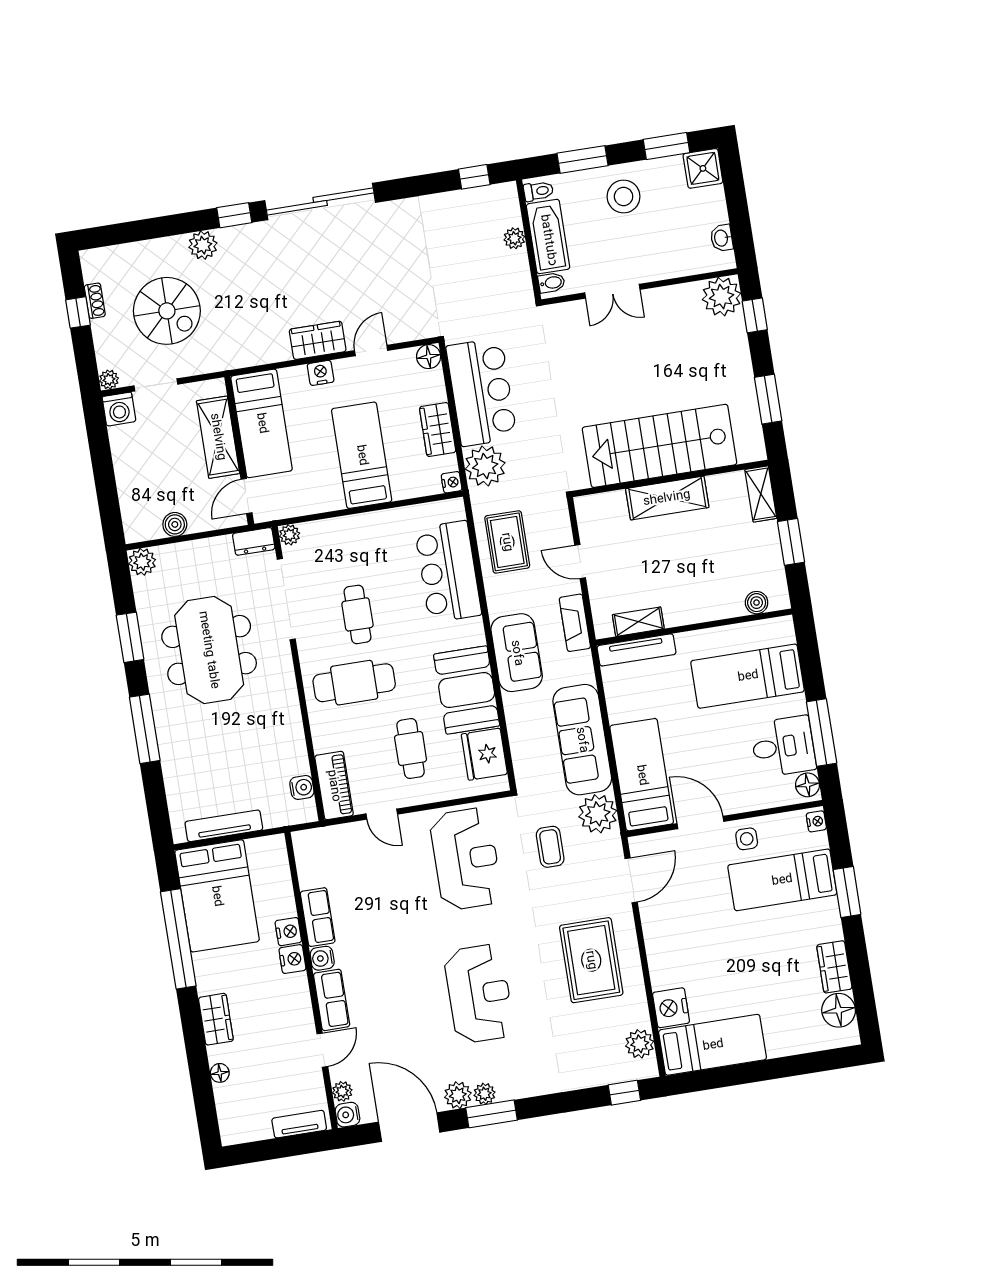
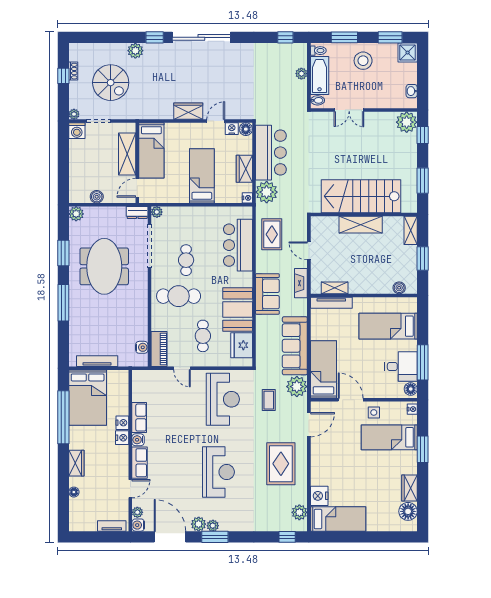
nightstand: (321, 373) -> (232, 129), moved

